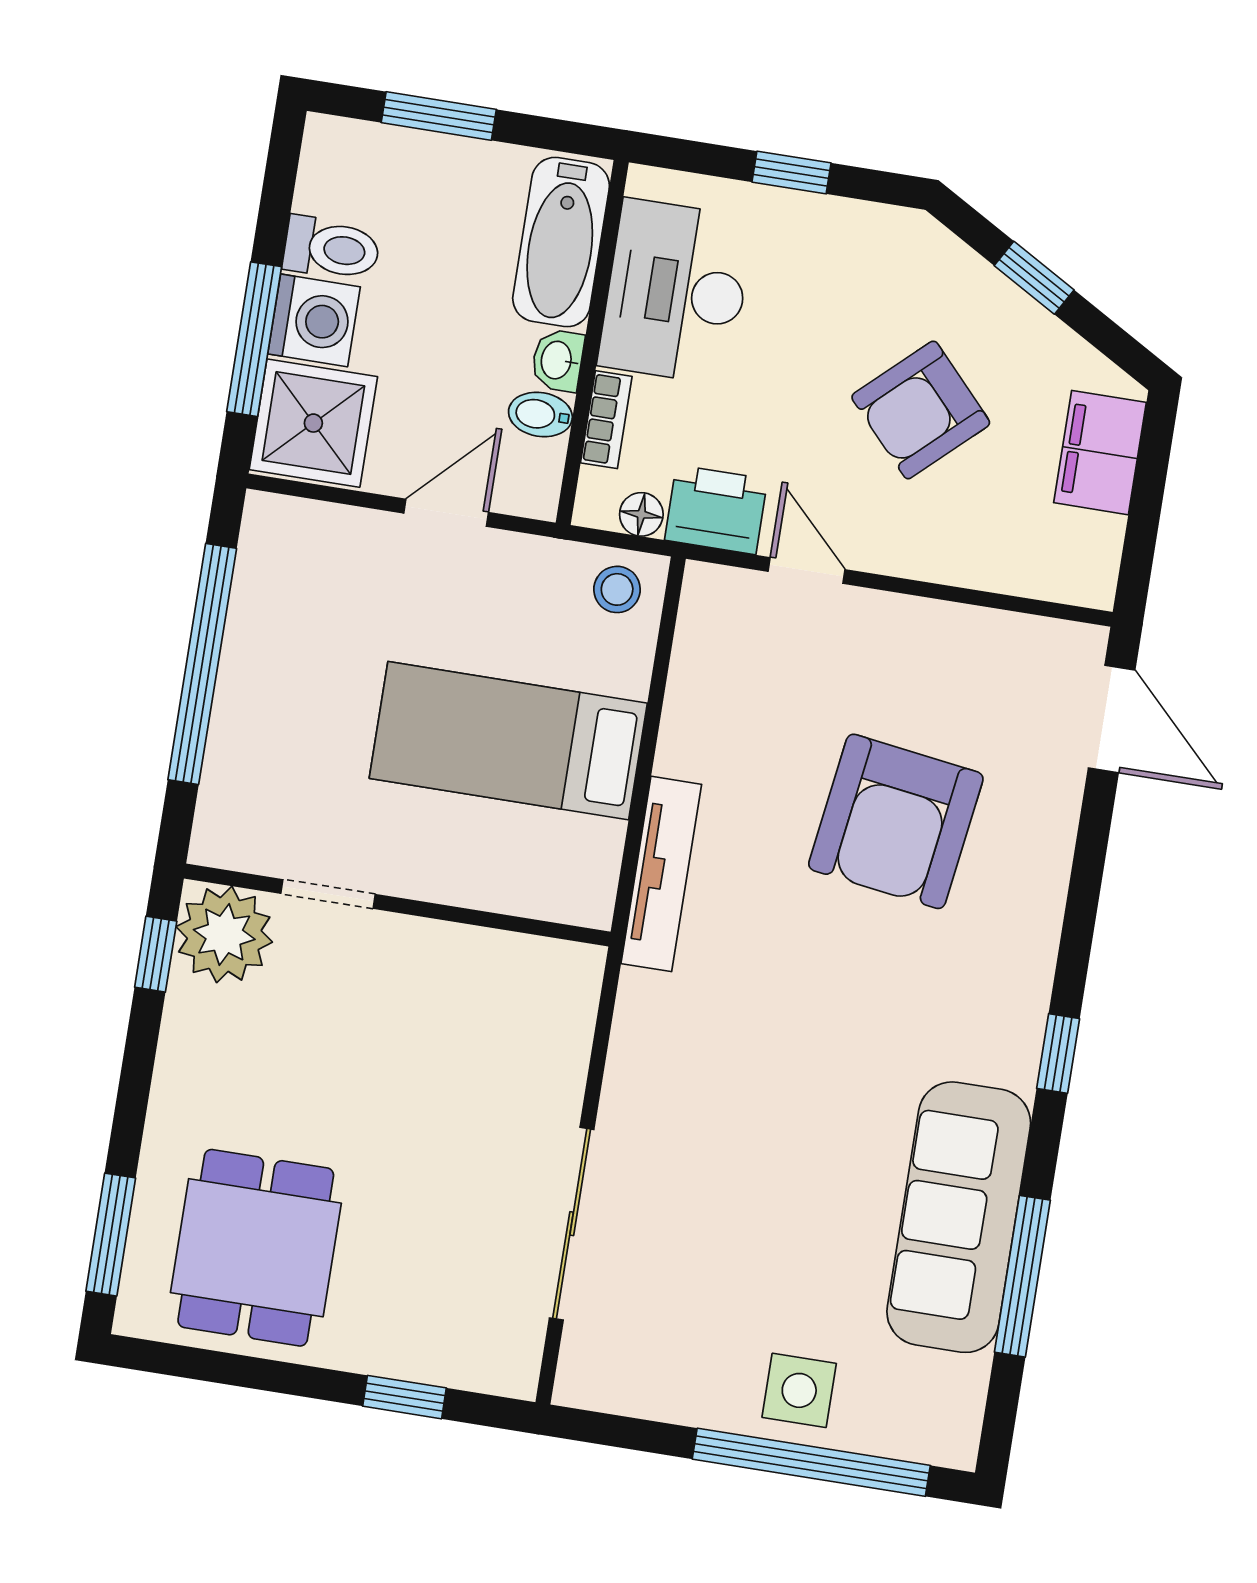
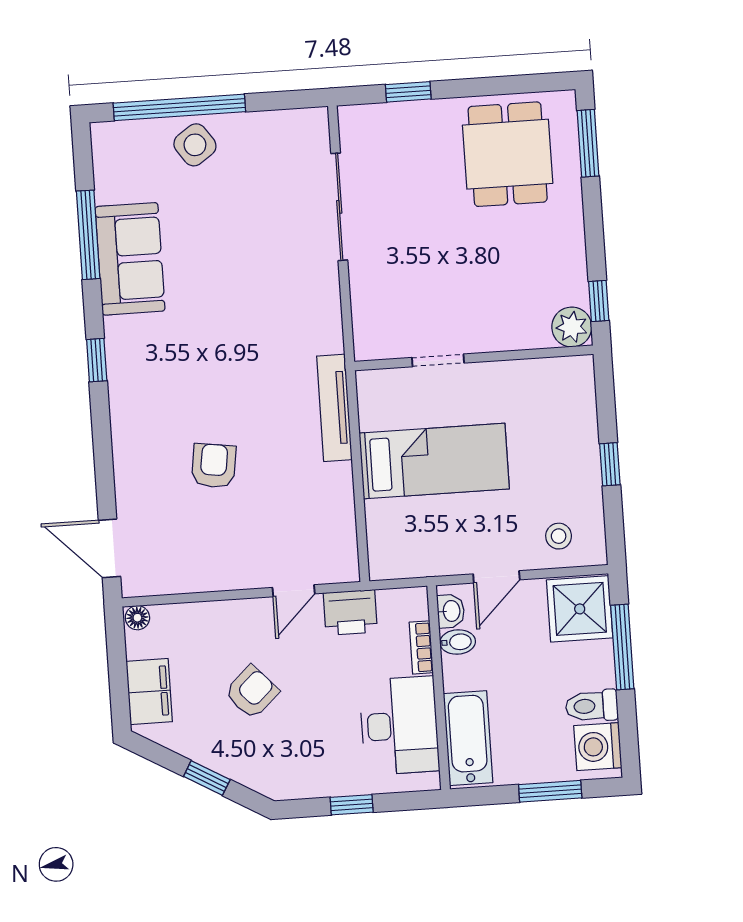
washing machine: (314, 320) -> (598, 747), moved
washbasin: (558, 360) -> (451, 611), moved
armchair: (921, 410) -> (252, 692), width x0.72, depth x0.72
floor lamp: (641, 514) -> (137, 618), moved
door: (807, 571) -> (294, 591), hinge flipped
stool: (617, 589) -> (559, 536), moved
window: (202, 664) -> (610, 464), width x0.32
armchair: (896, 821) -> (214, 466), width x0.53, depth x0.53
doorway: (328, 894) -> (438, 360), moved
plant: (224, 934) -> (572, 327), width x0.73, depth x0.73
sofa: (959, 1217) -> (130, 259), width x0.73
side table: (799, 1390) -> (195, 145), turned -35

